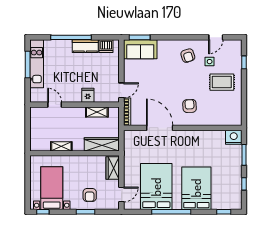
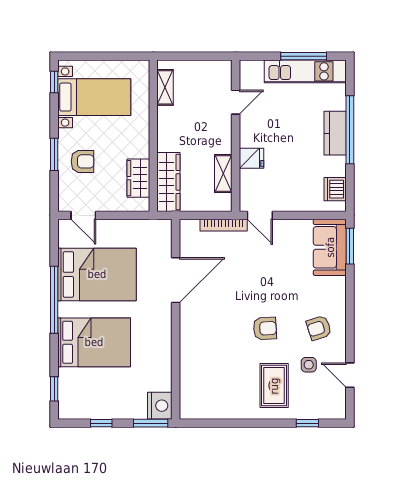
kitchen counter: (85, 46) -> (335, 133), moved
armchair: (190, 106) -> (265, 328), moved
door: (160, 128) -> (176, 280), moved
wall: (183, 128) -> (176, 319), moved
nightstand: (234, 137) -> (160, 406), moved
shelving: (61, 146) -> (165, 87), moved
wardrobe: (113, 168) -> (138, 178), moved, turned -90
armchair: (90, 195) -> (83, 161), turned 180

